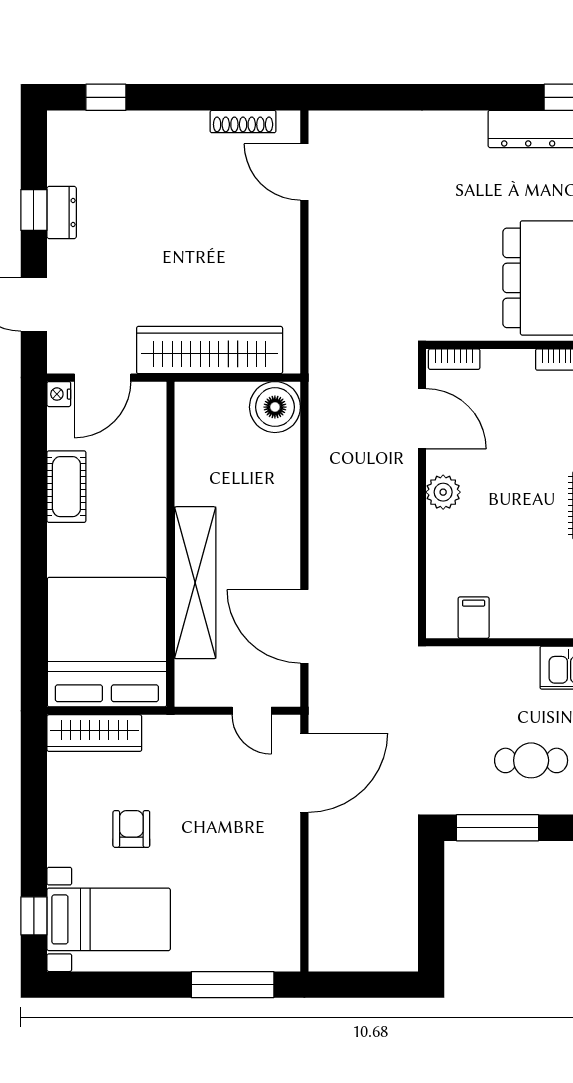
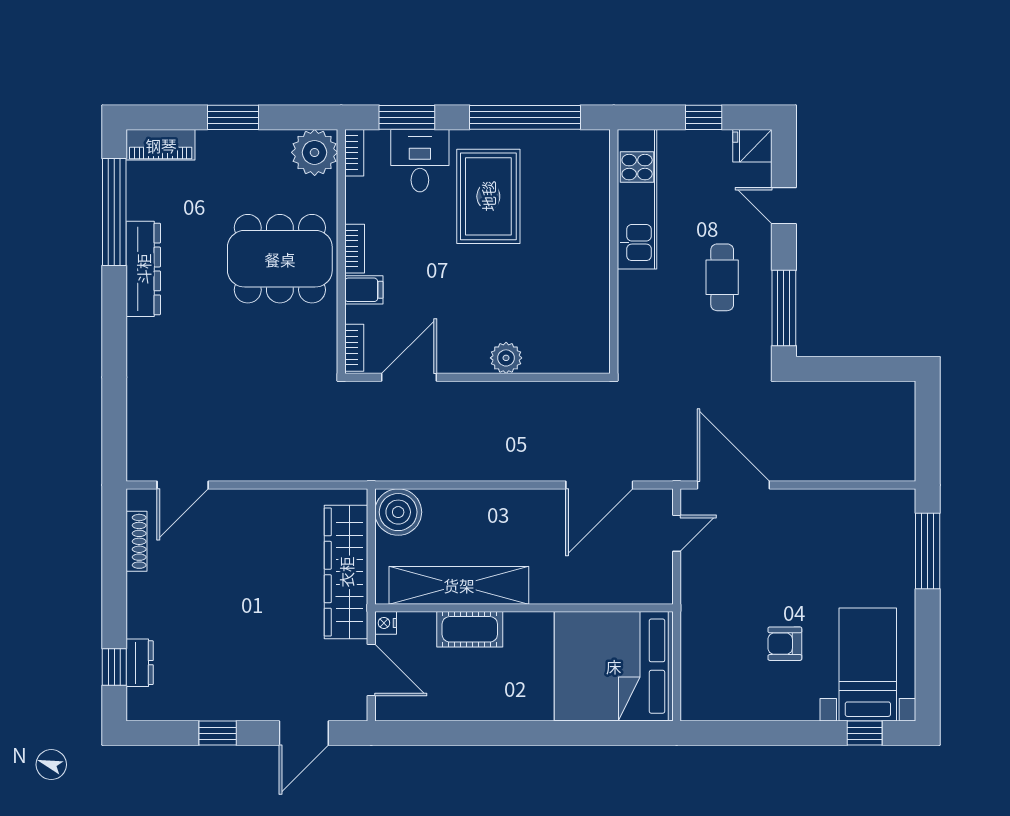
dresser: (62, 213) -> (140, 663), moved, turned 90
nightstand: (59, 394) -> (386, 623), moved, turned 90
cot: (66, 487) -> (470, 629), moved
plant: (443, 492) -> (506, 358), moved
shelving: (195, 583) -> (459, 585), moved
filing cabinet: (474, 618) -> (364, 290), moved, turned 180
wardrobe: (94, 733) -> (697, 678), removed

